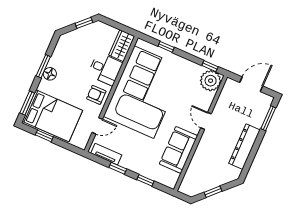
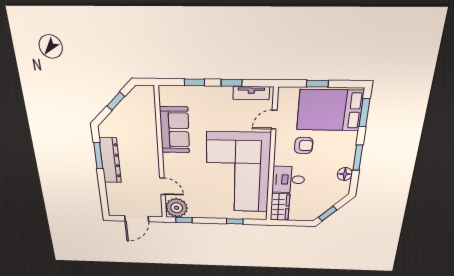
floor lamp: (50, 74) -> (345, 174), moved
armchair: (96, 95) -> (304, 145), moved
window: (268, 118) -> (98, 156), moved
door: (206, 121) -> (162, 186), moved
window: (44, 136) -> (317, 84), moved

